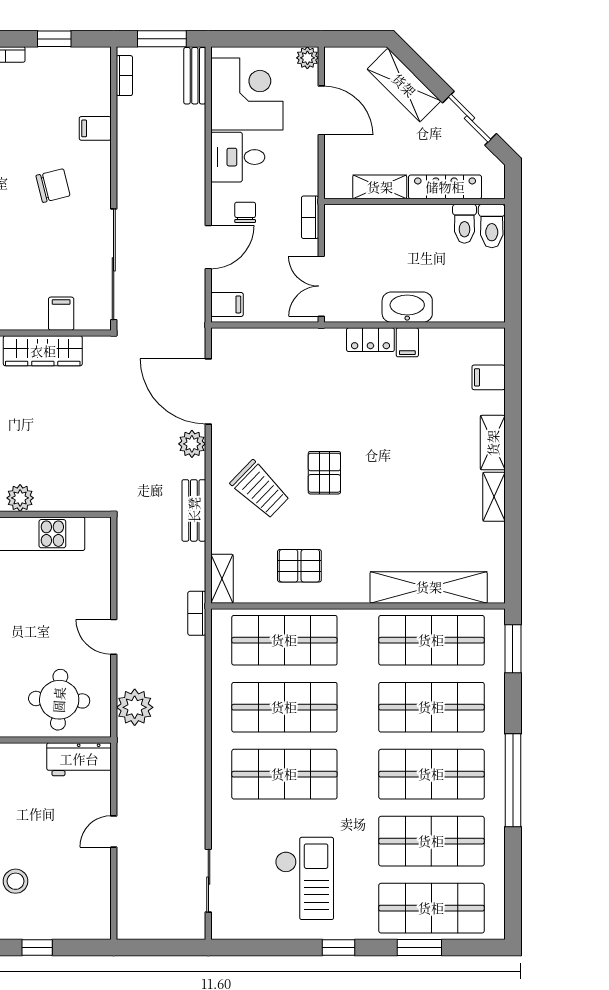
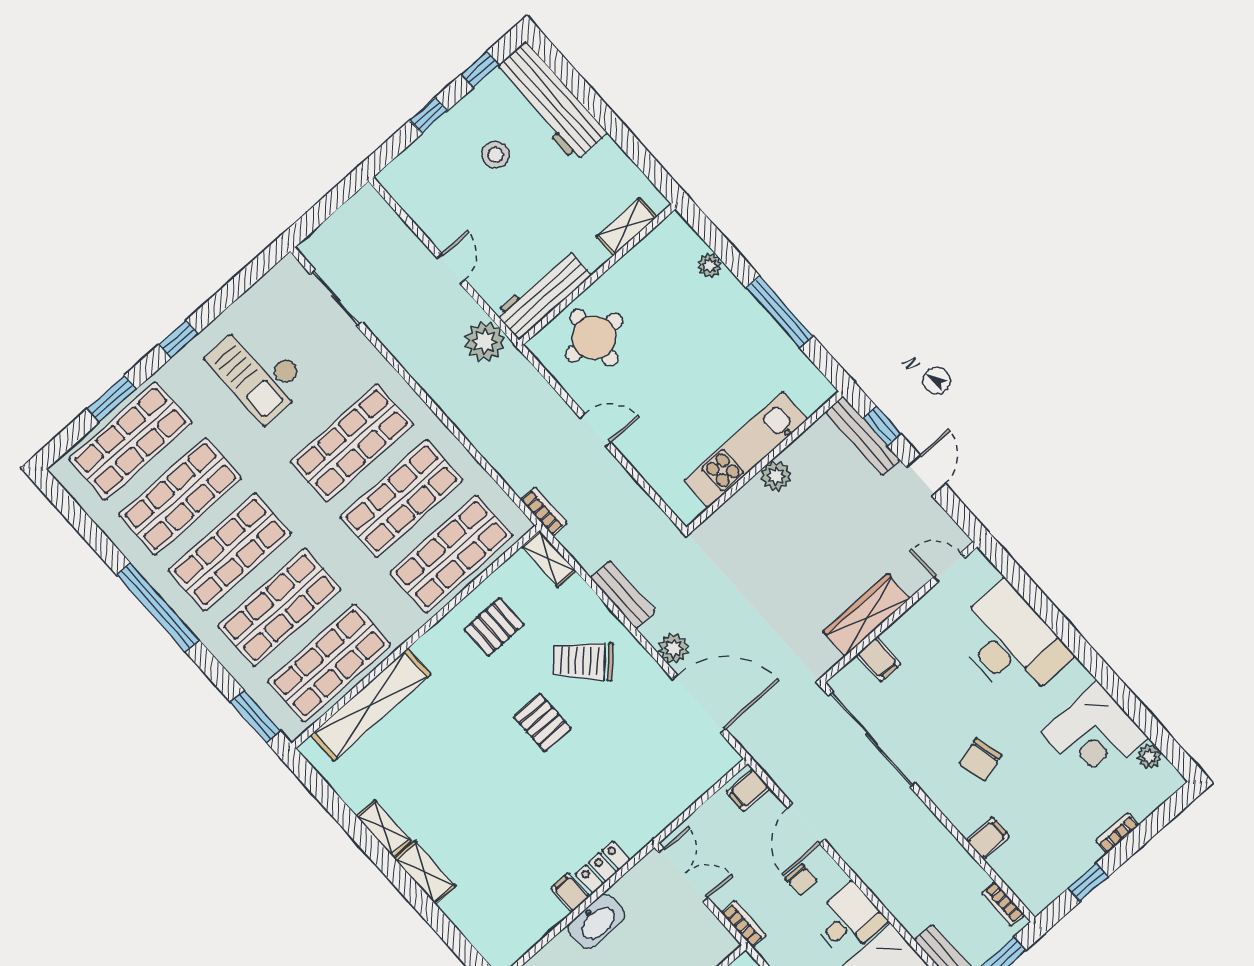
filing cabinet: (489, 377) -> (477, 923), removed
plant: (135, 707) -> (485, 342), moved
workbench: (79, 759) -> (543, 294), width x1.37

